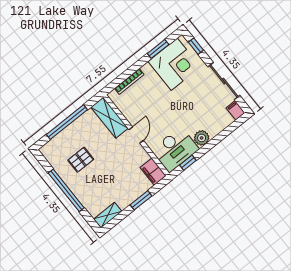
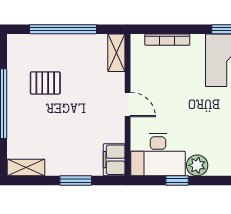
shelving: (109, 118) -> (116, 53), width x0.67, depth x0.75
door: (136, 135) -> (128, 105), hinge flipped
window: (188, 163) -> (177, 180), moved

